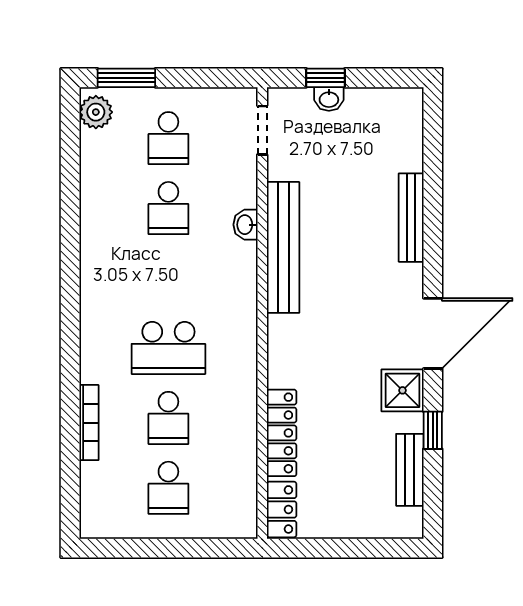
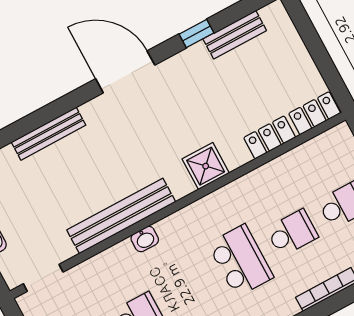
washbasin: (245, 225) -> (145, 239), moved
shower: (402, 390) -> (206, 166), moved
locker: (282, 433) -> (270, 137), width x0.66

